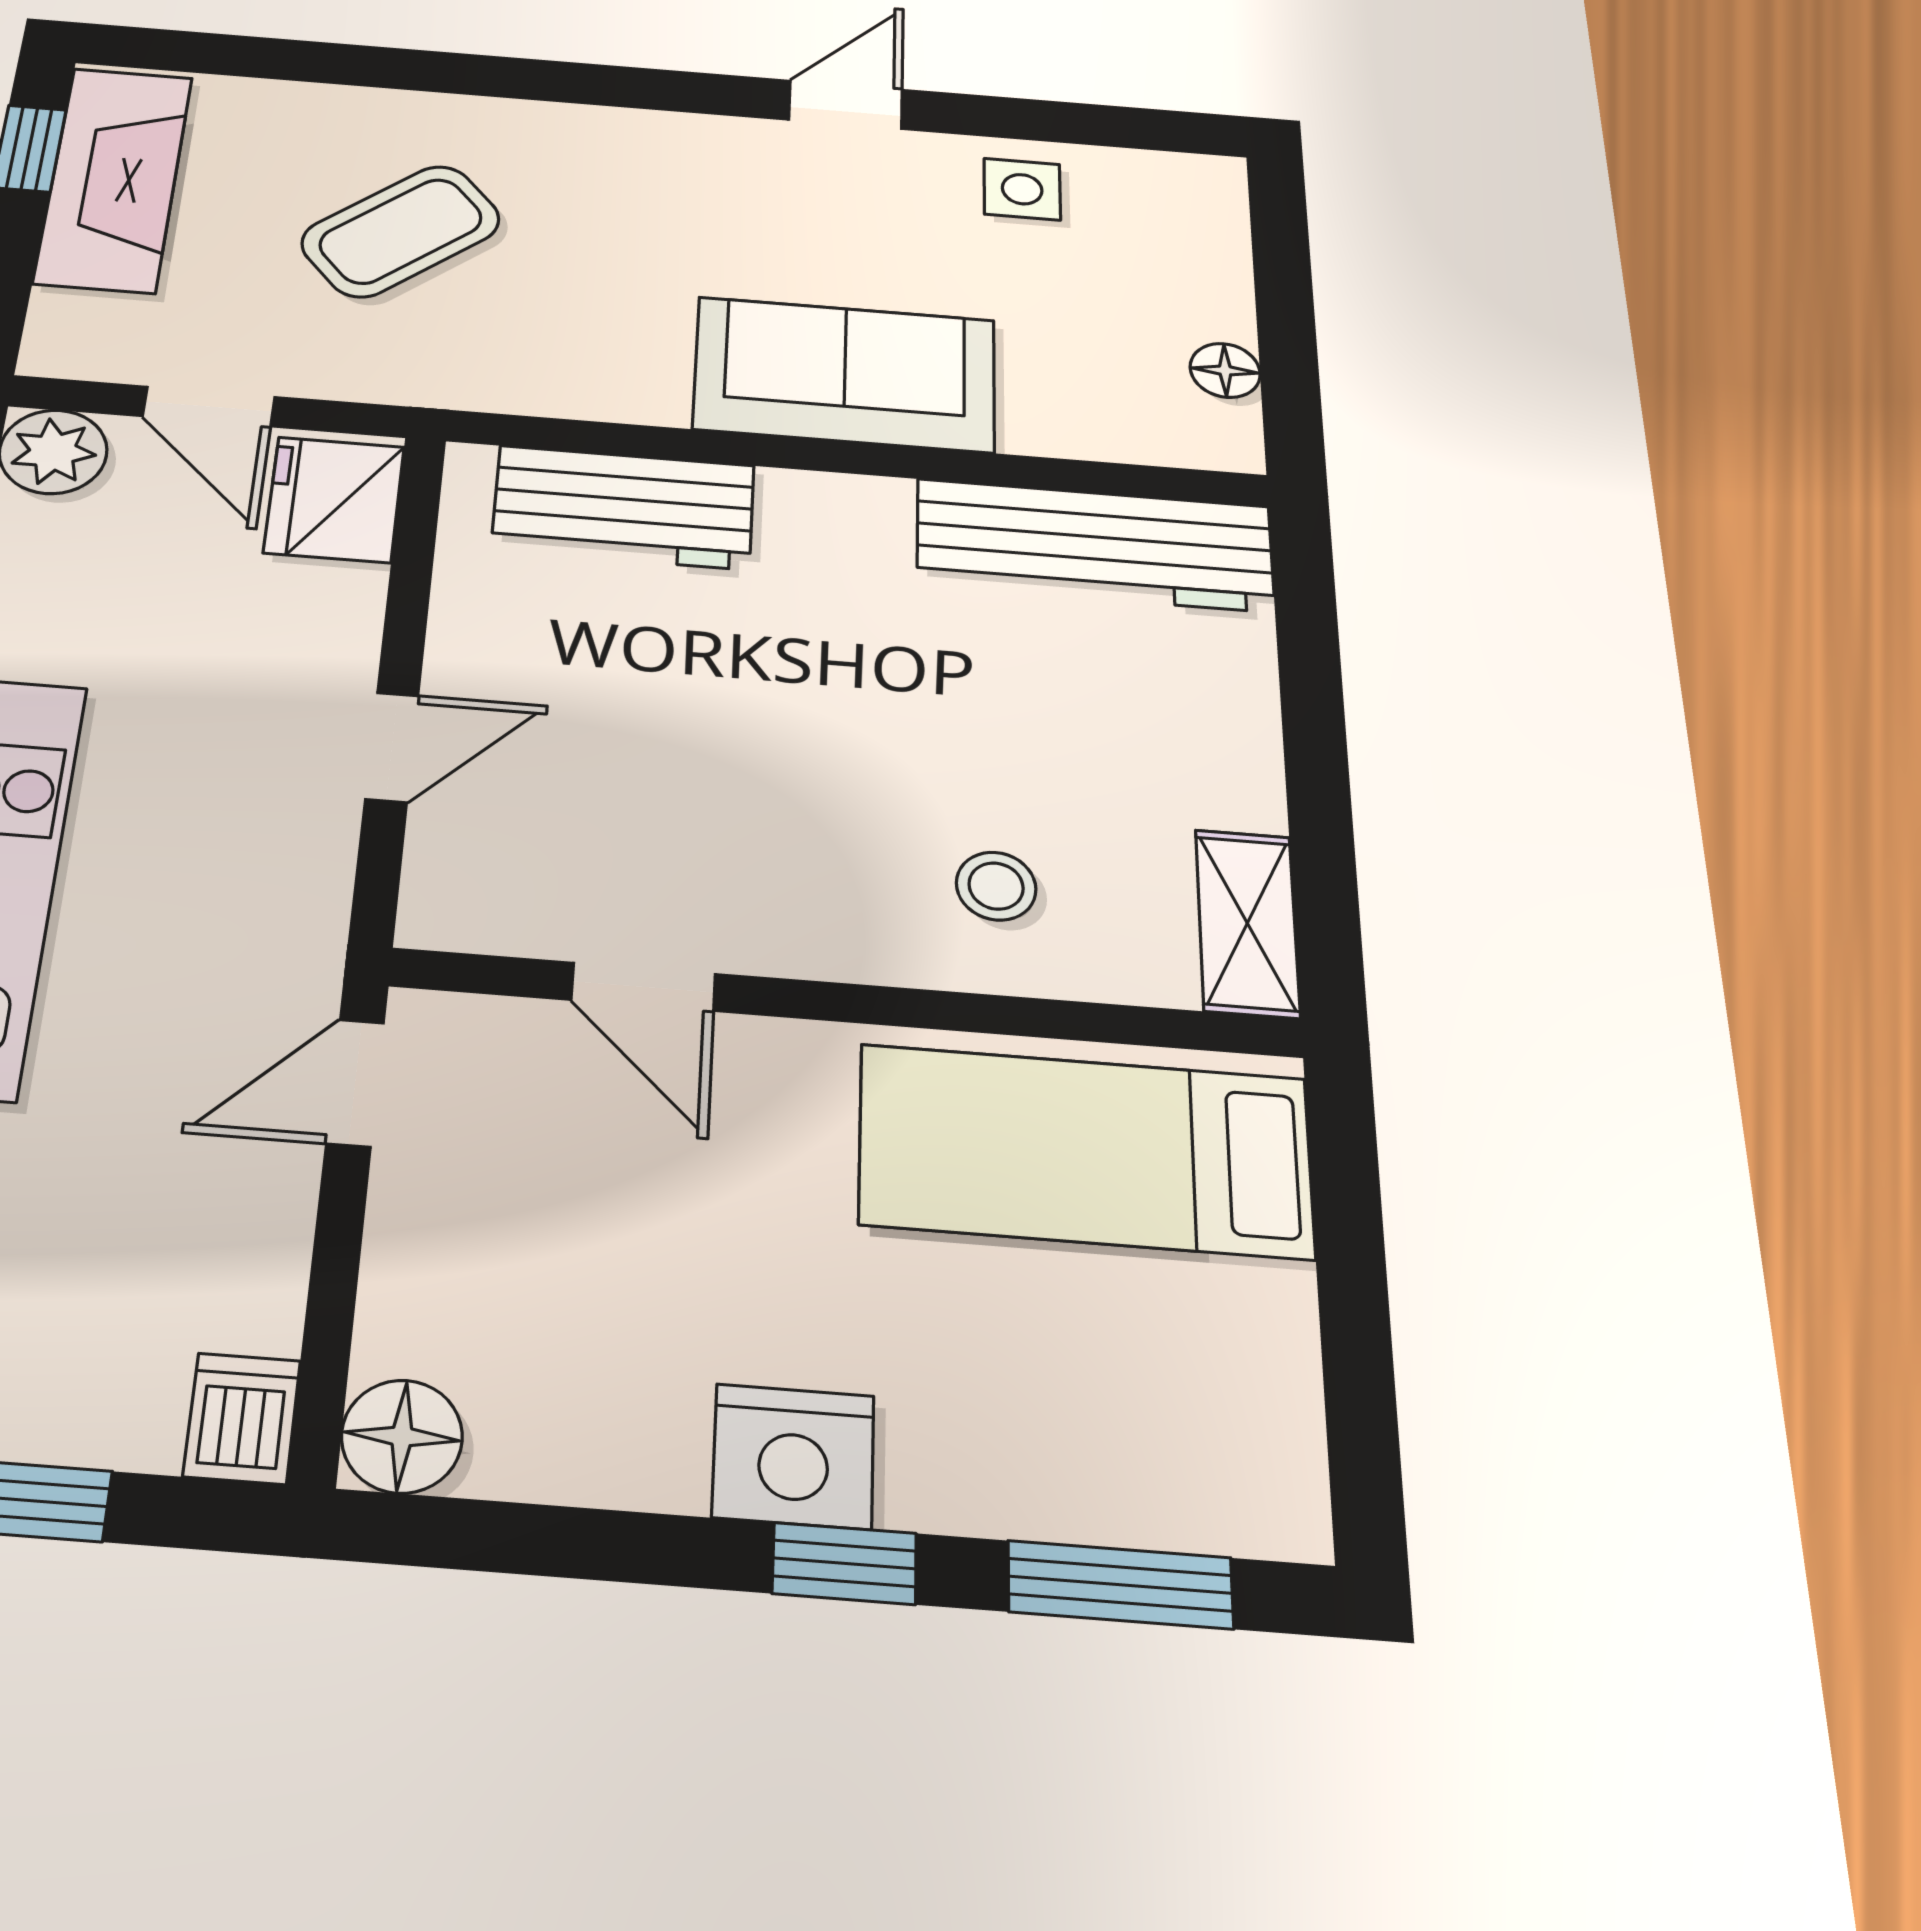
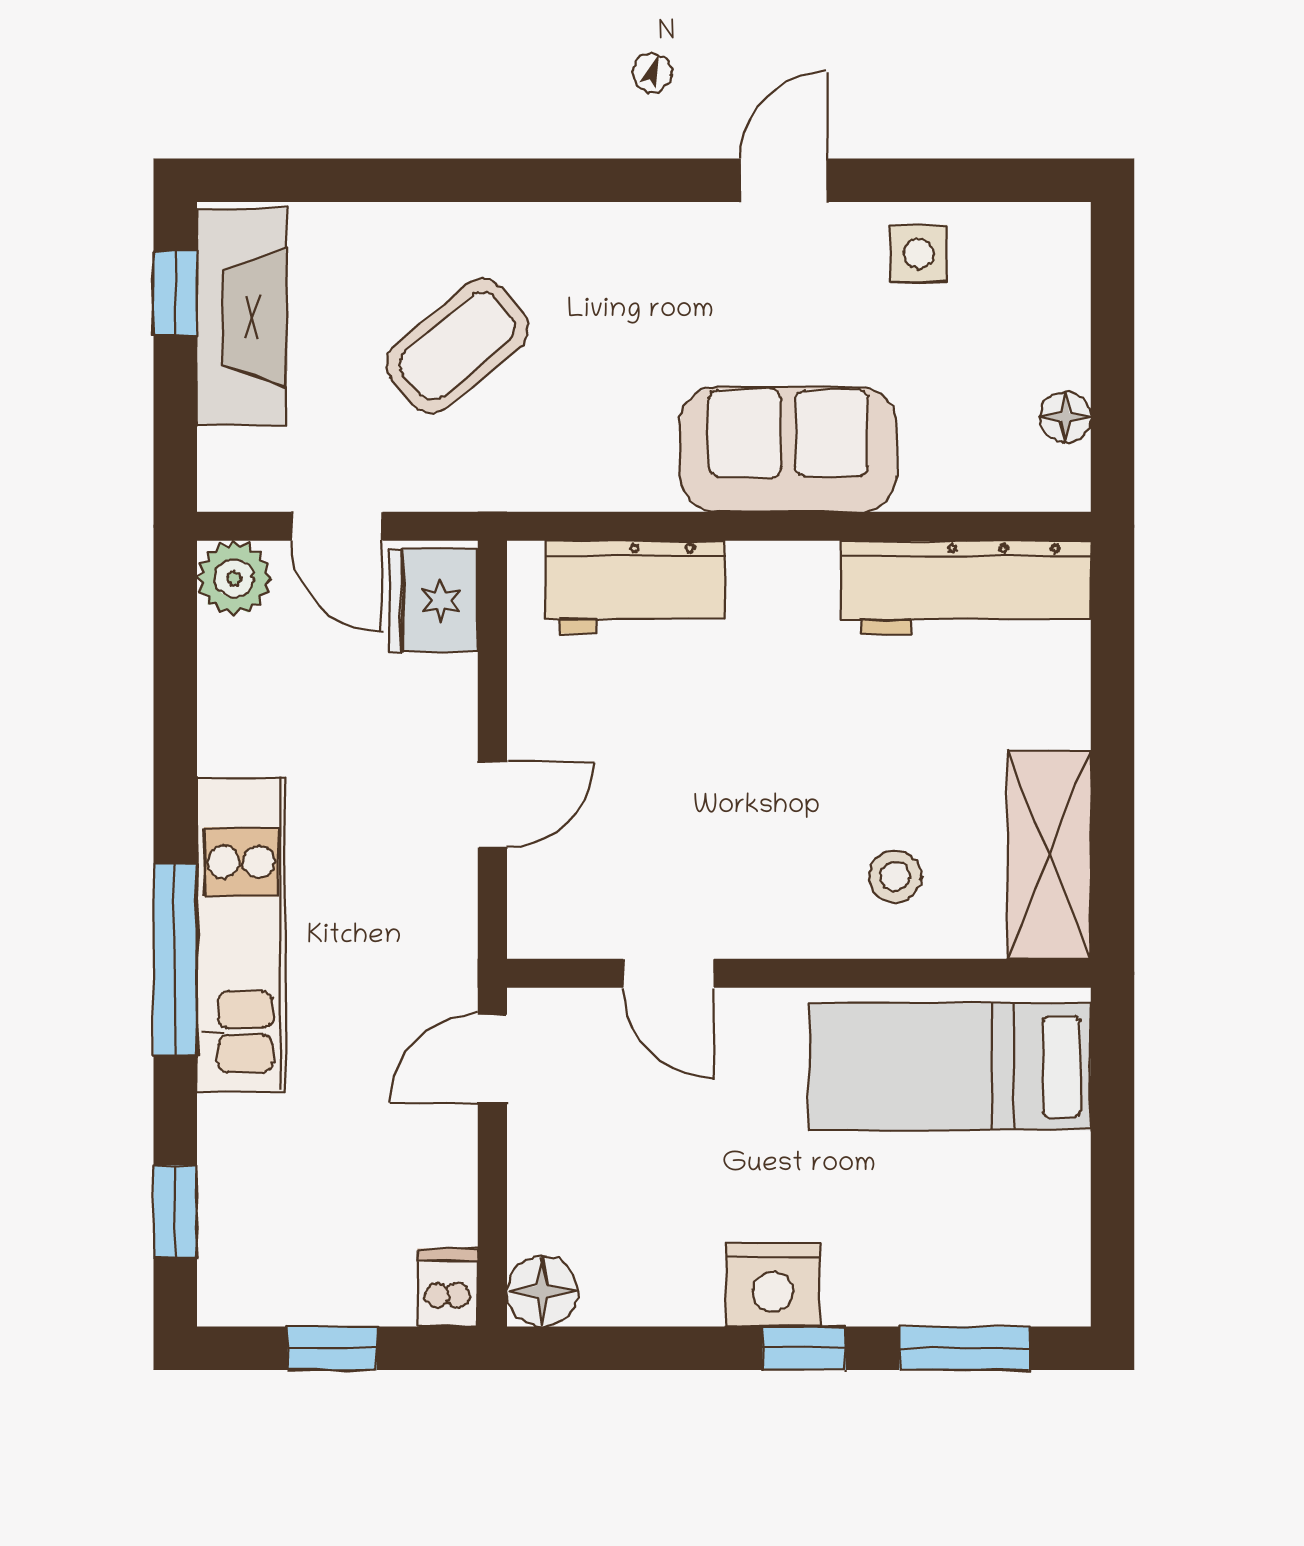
shelving: (1247, 923) -> (1049, 855), width x1.50, depth x1.33

